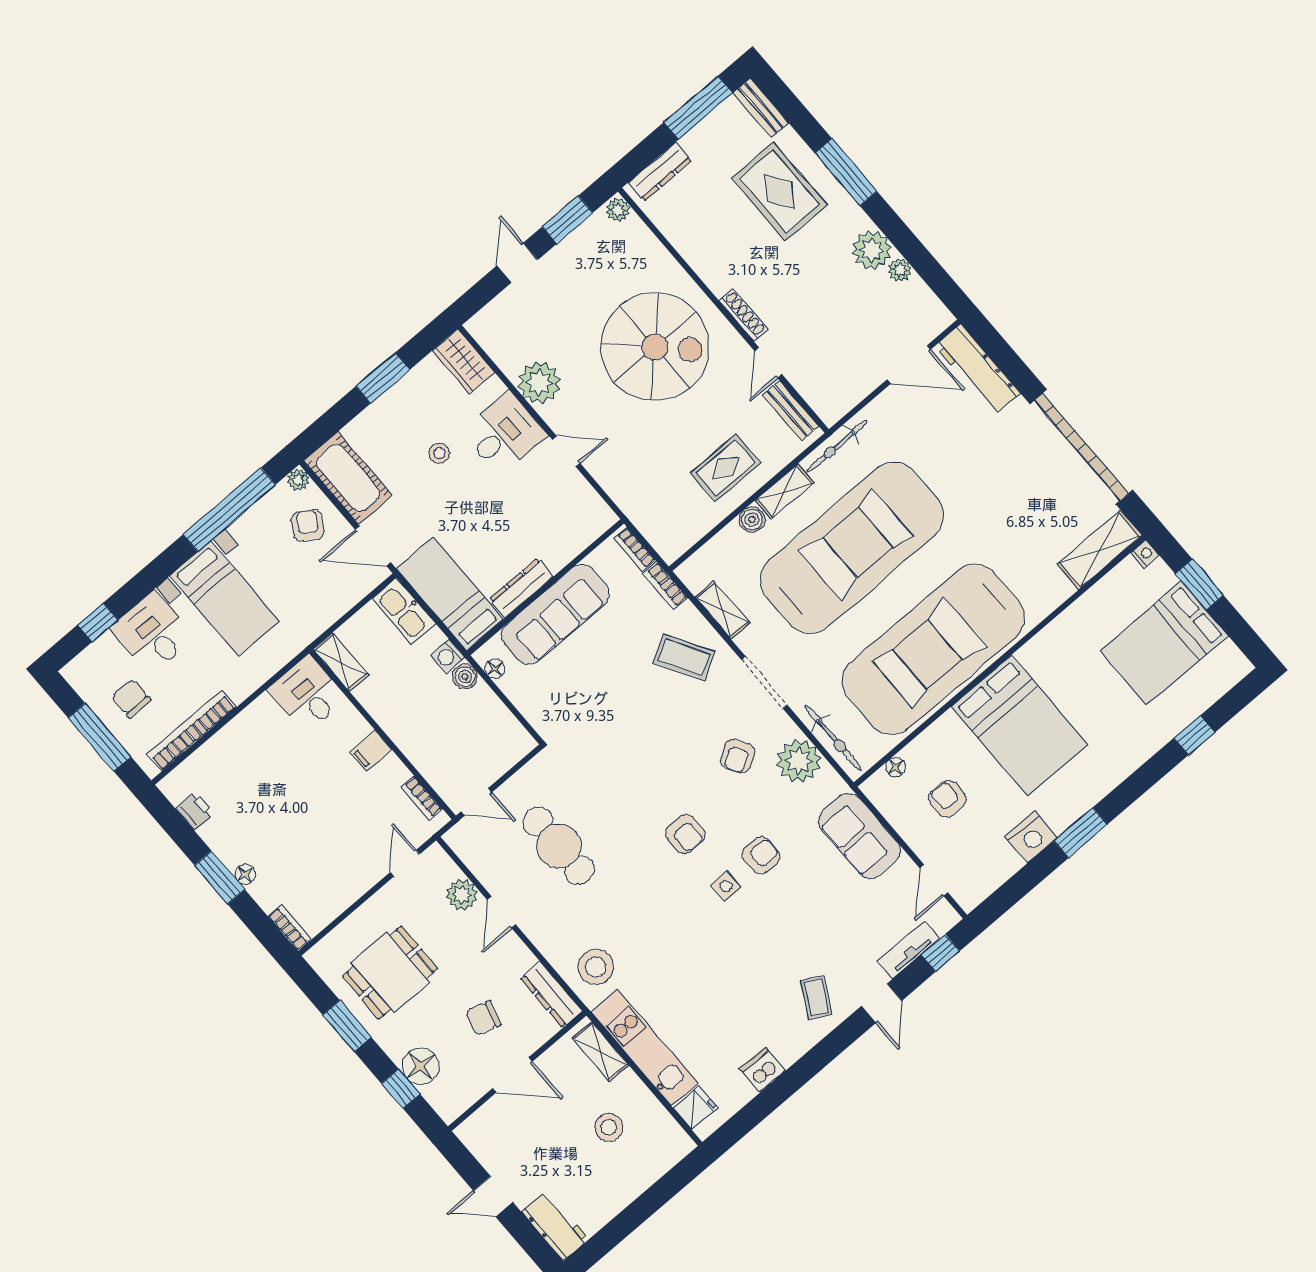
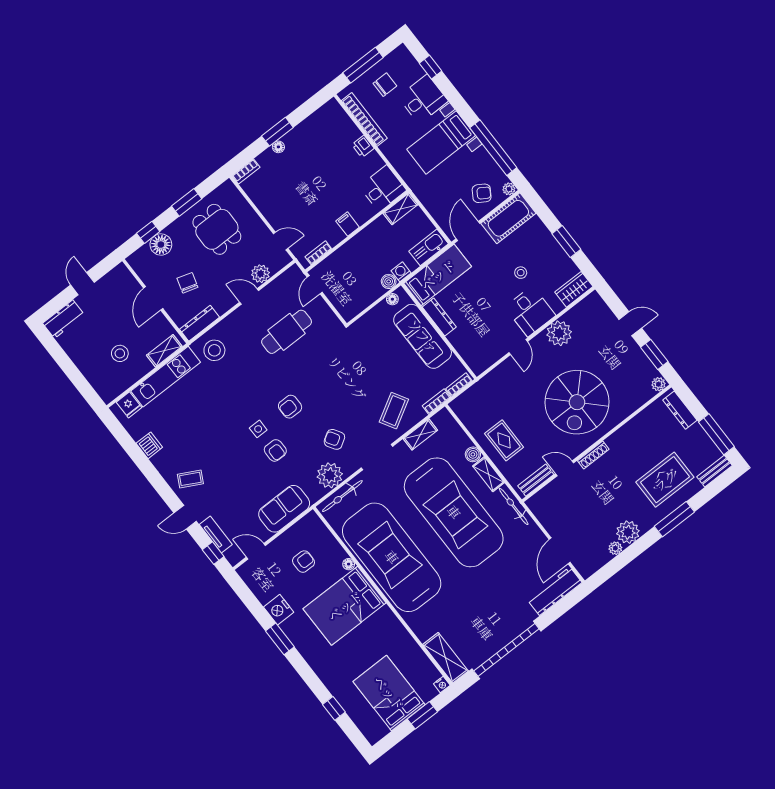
floor lamp: (895, 767) -> (349, 564), moved
printer: (195, 811) -> (363, 146), moved, turned 90

